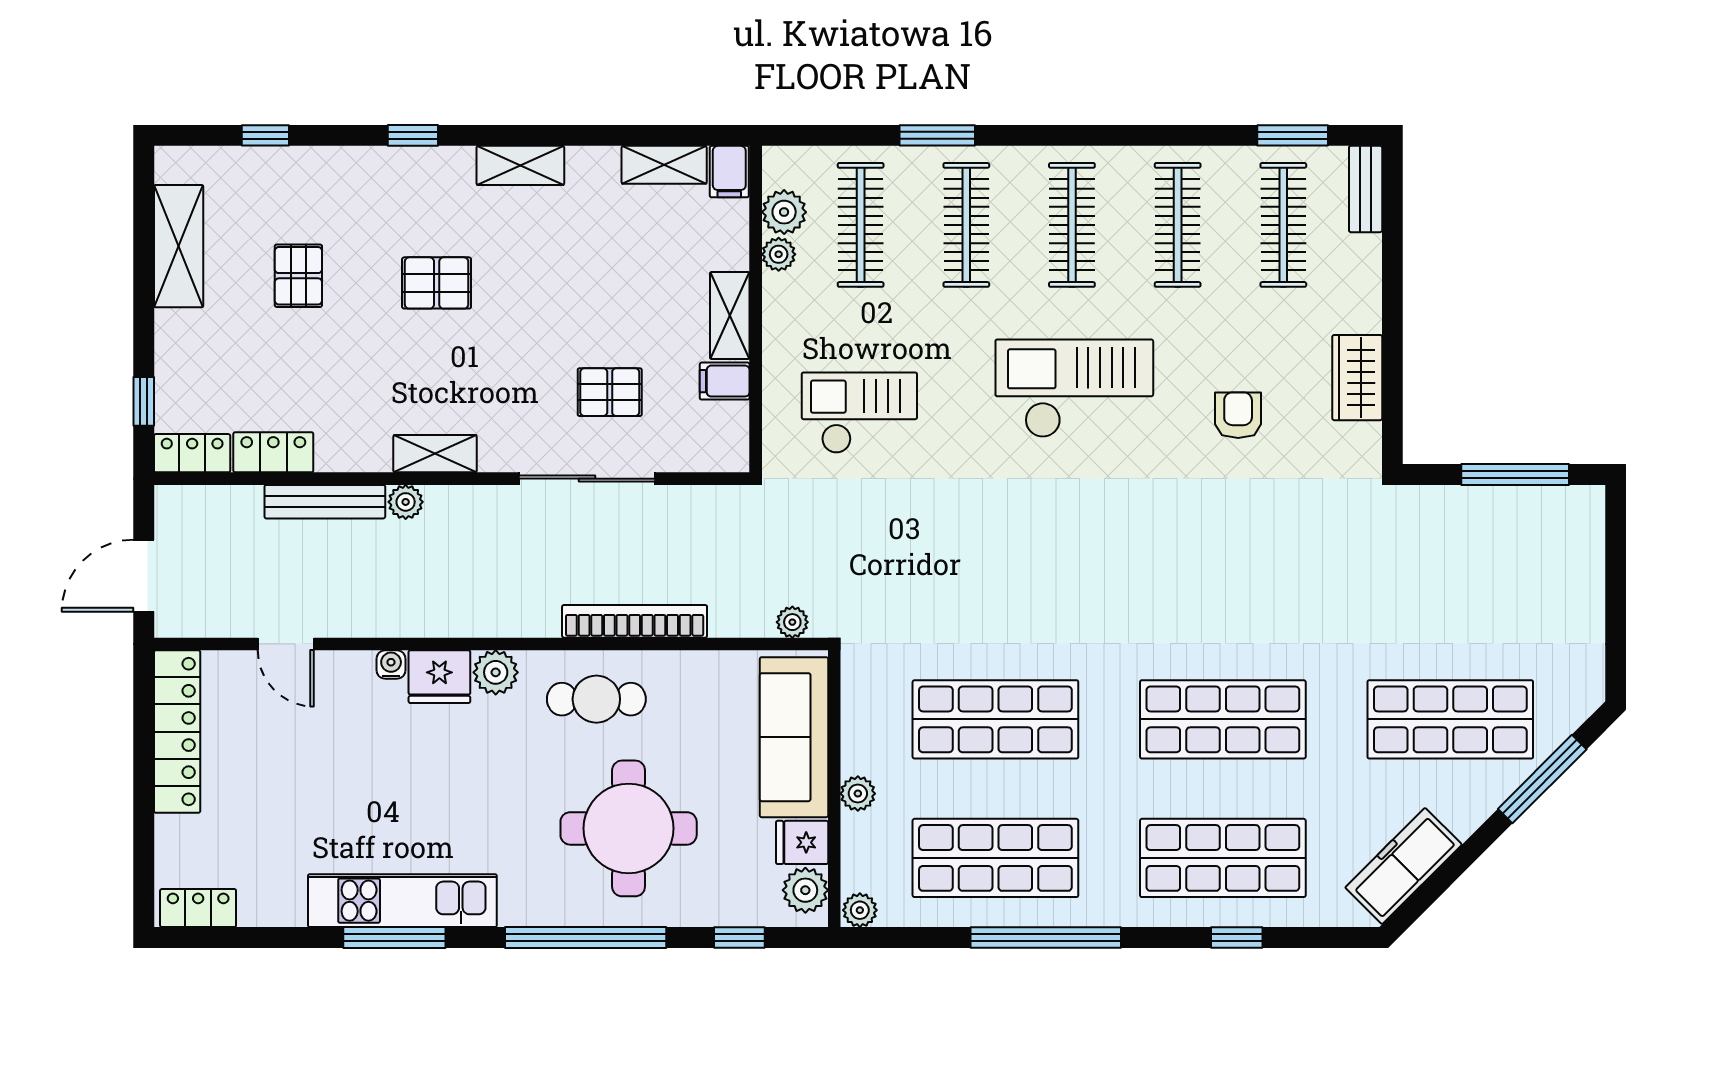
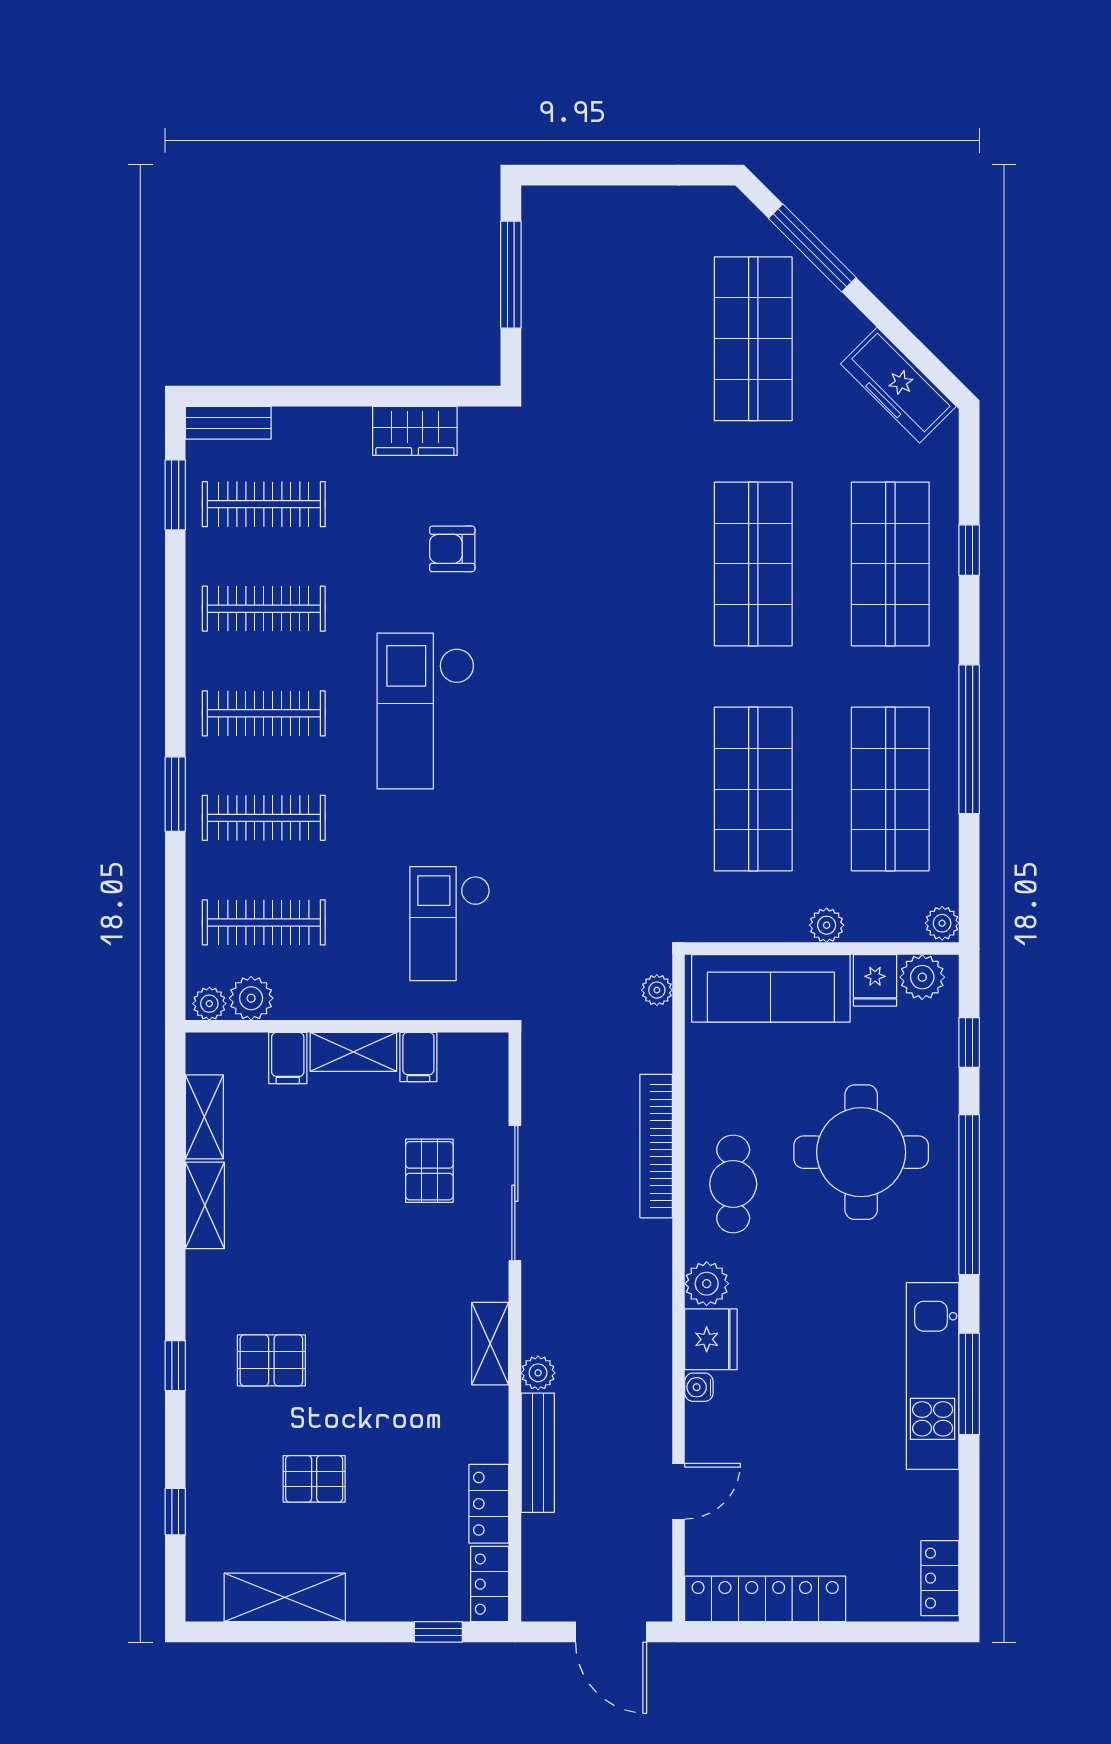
window: (937, 135) -> (175, 794), moved
shelving: (520, 165) -> (205, 1205), moved
filing cabinet: (729, 172) -> (288, 1058), moved, turned 90
plant: (779, 254) -> (209, 1004), moved
pallet: (437, 283) -> (271, 1360), moved, turned 90

